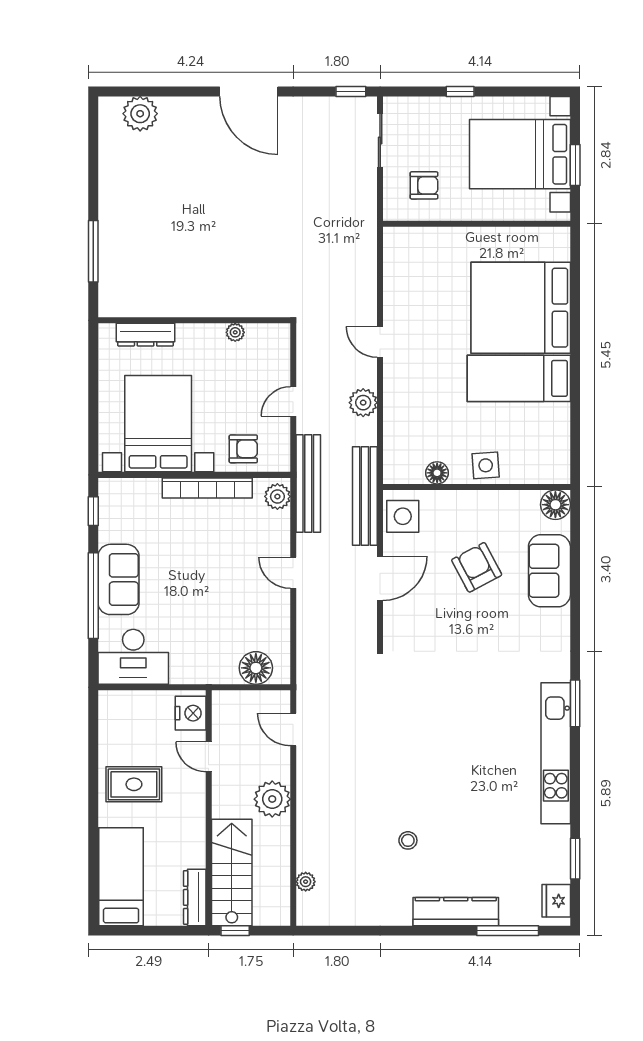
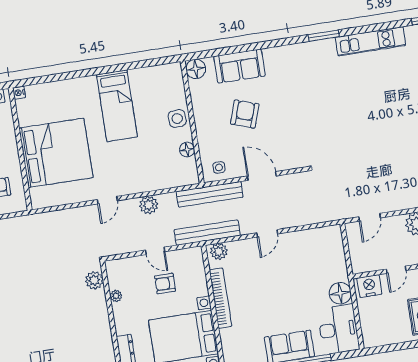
nightstand: (561, 235) -> (19, 93), added
plant: (263, 304) -> (94, 280), added
bed: (521, 308) -> (56, 153), moved, turned -90
armchair: (243, 449) -> (165, 284), moved, turned -90
side table: (403, 516) -> (219, 167), width x0.54, depth x0.54
armchair: (477, 567) -> (245, 114), turned 137
floor lamp: (256, 668) -> (340, 293), moved
kitchen unit: (556, 753) -> (371, 41), width x0.73

